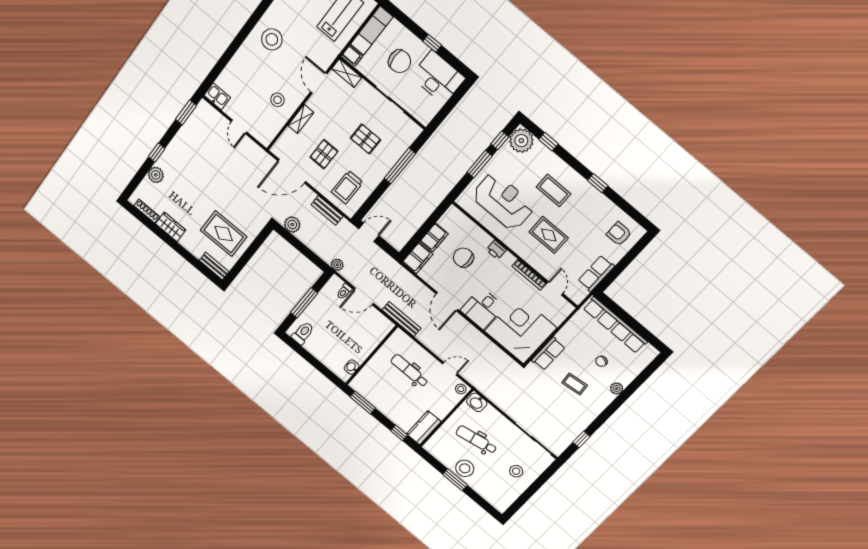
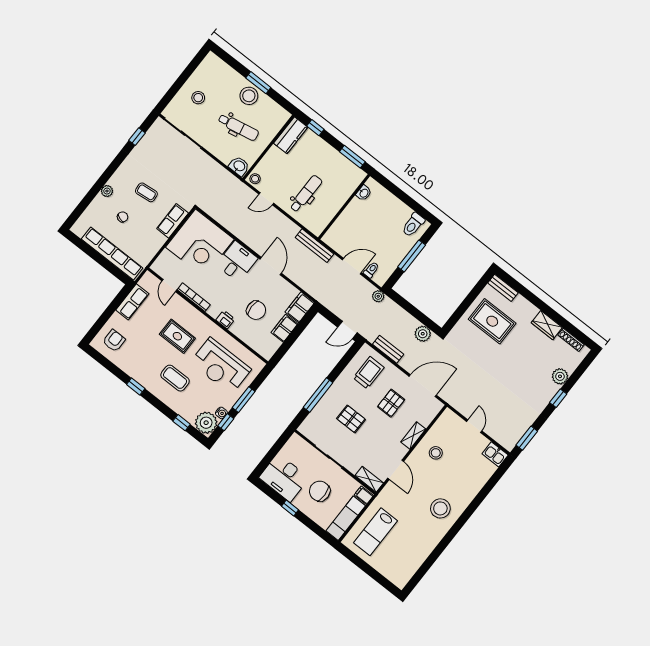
water cooler: (504, 151) -> (221, 413), added
armchair: (619, 234) -> (114, 341), turned -90
dental chair: (409, 371) -> (306, 194), turned -90

